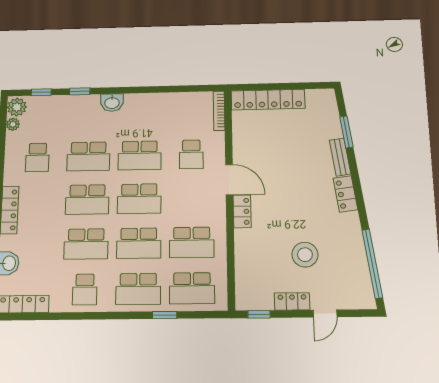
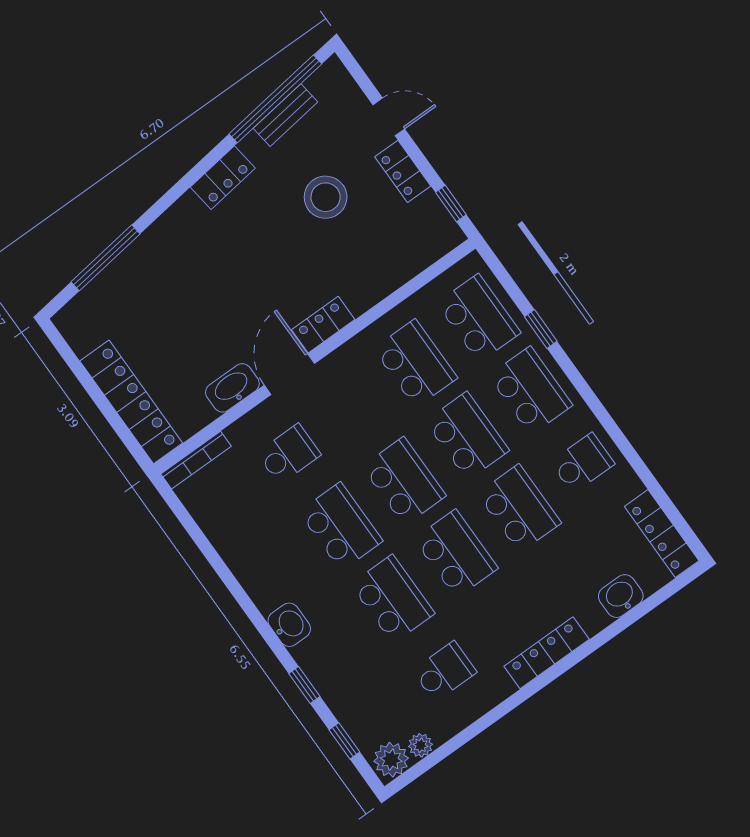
window: (346, 132) -> (105, 258), width x1.44
washbasin: (242, 149) -> (232, 388), added
bench: (340, 157) -> (285, 115), moved
locker: (345, 194) -> (223, 178), moved

